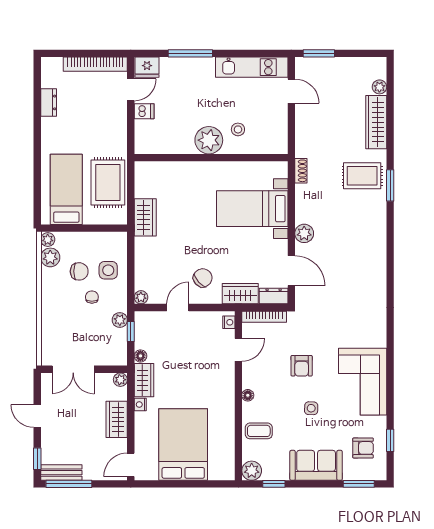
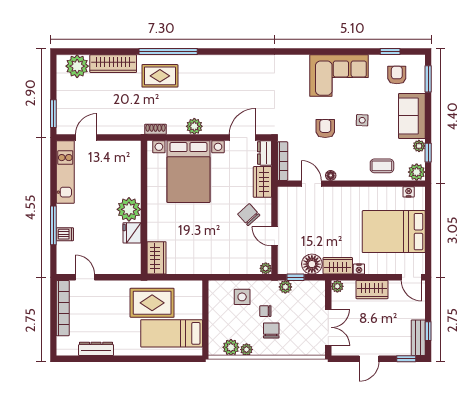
fridge: (147, 67) -> (132, 233), moved, turned 180
plant: (379, 87) -> (77, 66), width x1.88, depth x1.88
dresser: (49, 102) -> (96, 349), width x1.44
dishwasher: (144, 111) -> (65, 234), moved, turned 90
stool: (238, 129) -> (120, 184), removed
rug: (362, 176) -> (160, 76), turned 90
rug: (108, 183) -> (152, 303), moved
window: (390, 185) -> (168, 52), width x2.11
bed with nightstands: (252, 209) -> (188, 172), width x1.36
wardrobe: (145, 217) -> (157, 258), moved, turned 90
plant: (304, 233) -> (194, 126), moved
plant: (48, 240) -> (246, 350), moved
chair: (79, 271) -> (271, 330), moved
nightstand: (229, 322) -> (409, 192), moved
floor lamp: (140, 356) -> (312, 264), width x1.89, depth x1.89
armchair: (302, 366) -> (325, 129), turned -90
floor lamp: (248, 395) -> (331, 175), moved
coffee table: (259, 431) -> (382, 166), turned 90
plant: (282, 474) -> (419, 146), added
window: (69, 484) -> (428, 331), width x0.46

